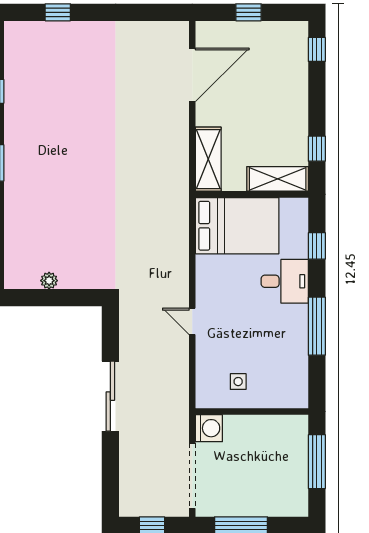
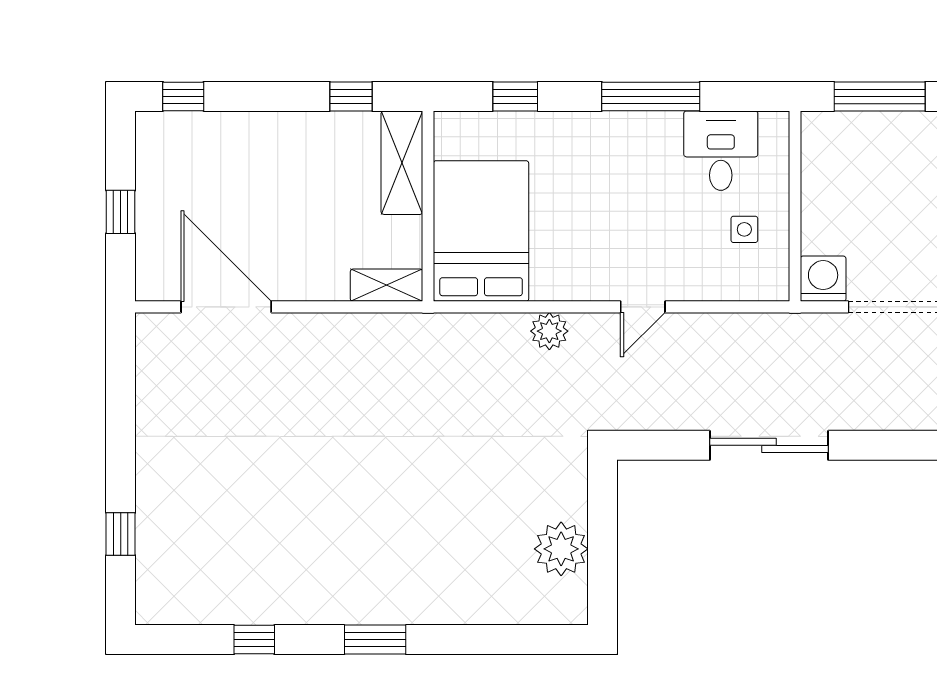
shelving: (208, 159) -> (387, 285), width x0.67, depth x0.75
plant: (178, 266) -> (549, 331), added
plant: (49, 281) -> (561, 549), width x1.88, depth x1.88
desk: (285, 281) -> (721, 151), moved

